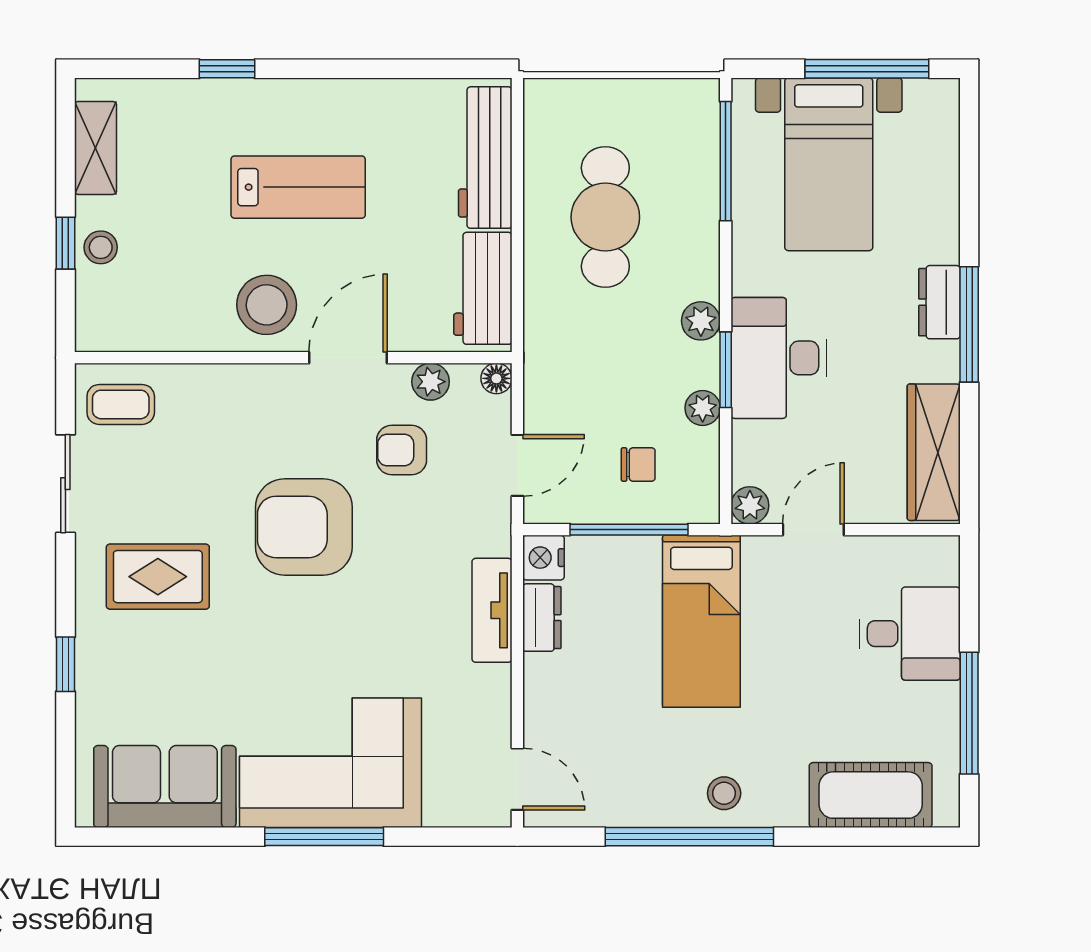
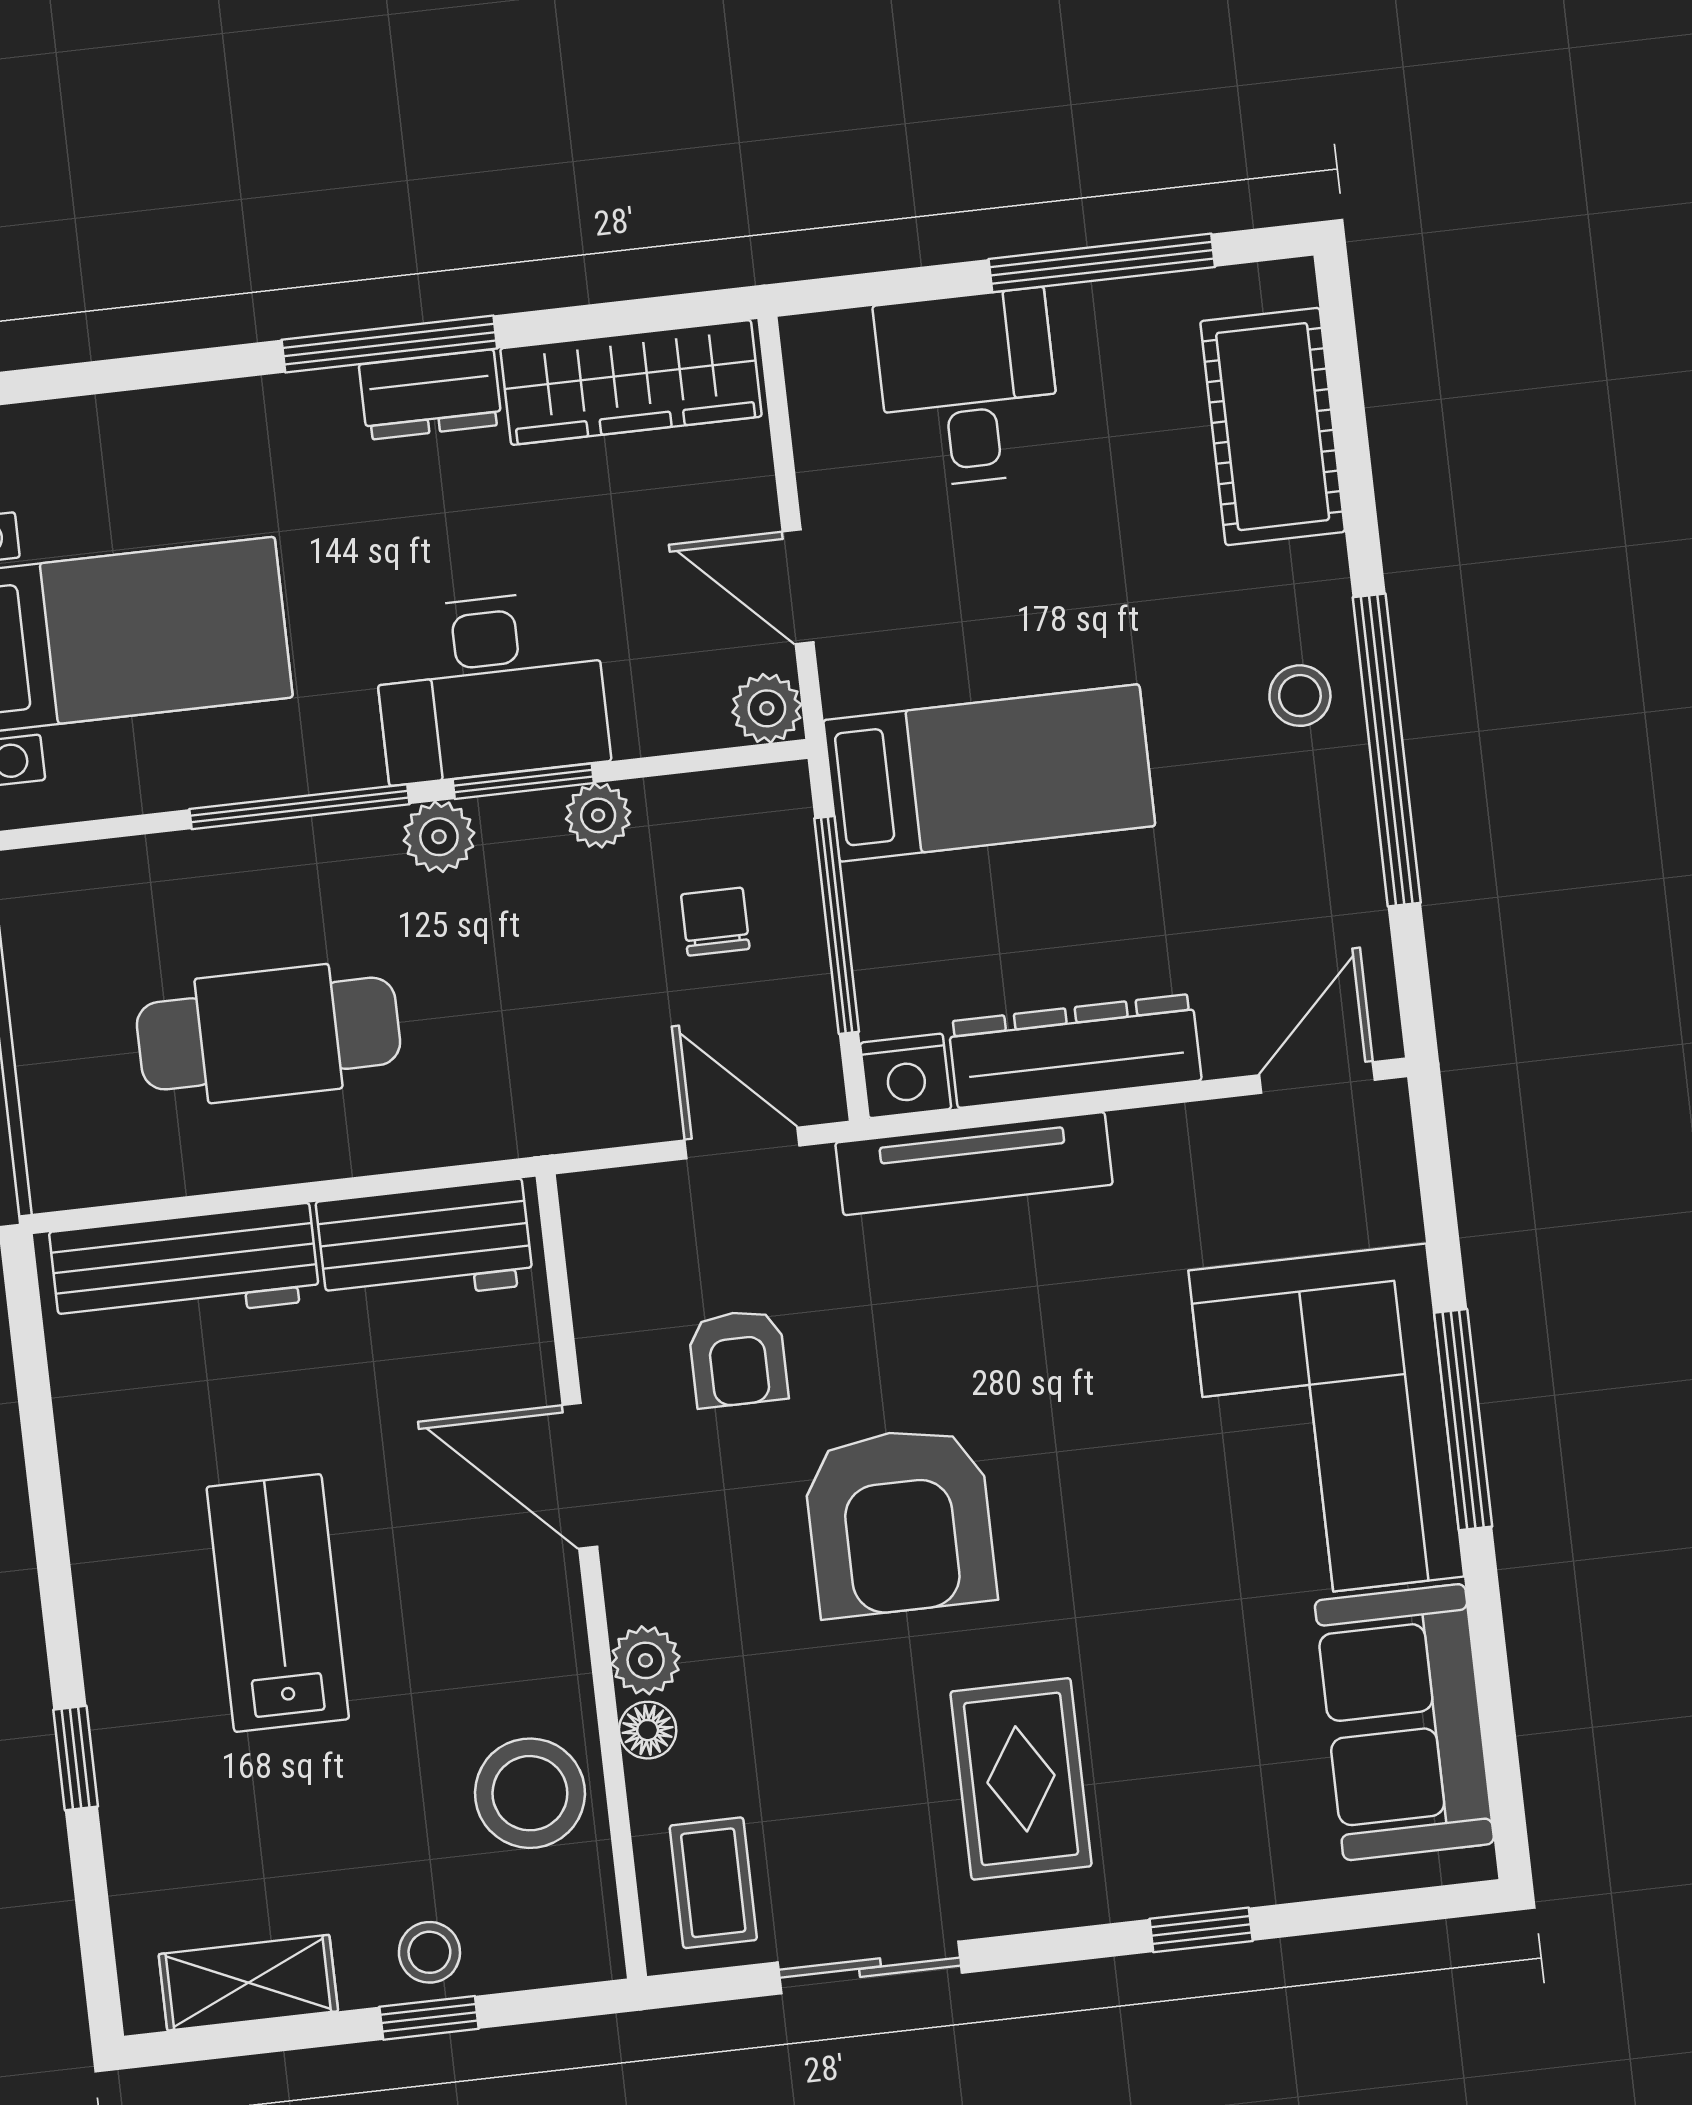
window: (726, 161) -> (299, 807), moved
dresser: (939, 302) -> (430, 395), moved
stool: (267, 305) -> (530, 1793), moved
floor lamp: (496, 378) -> (648, 1730), moved
plant: (431, 382) -> (646, 1660), moved
tv unit: (492, 610) -> (974, 1164), width x1.41
dresser: (542, 618) -> (1075, 1051), width x1.96, depth x1.24

